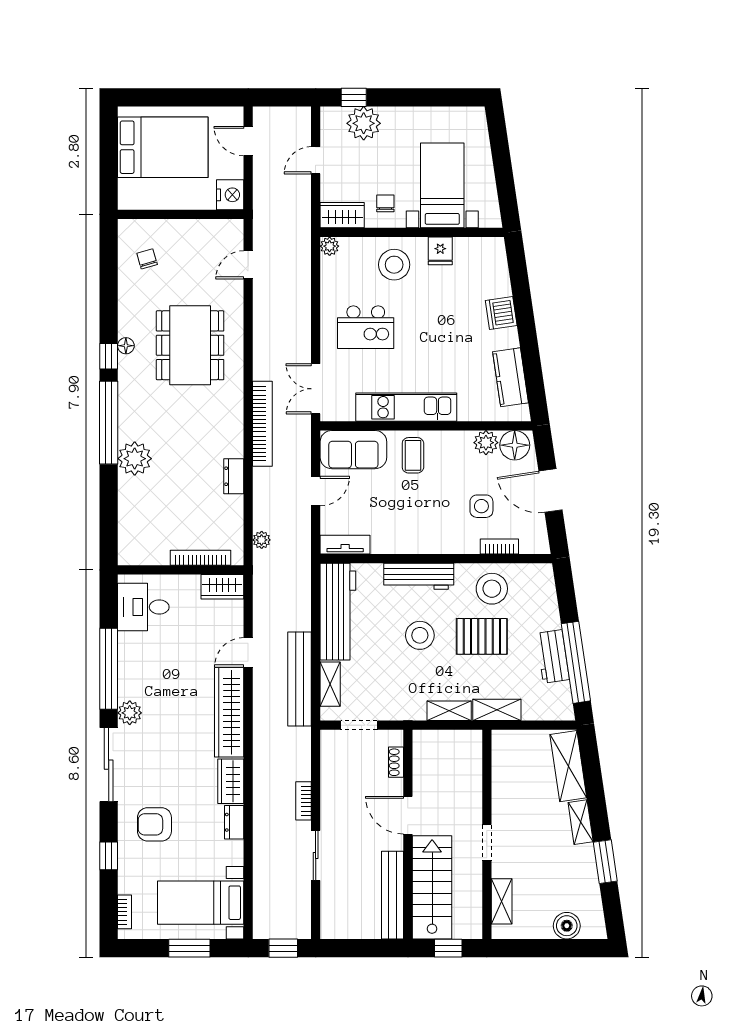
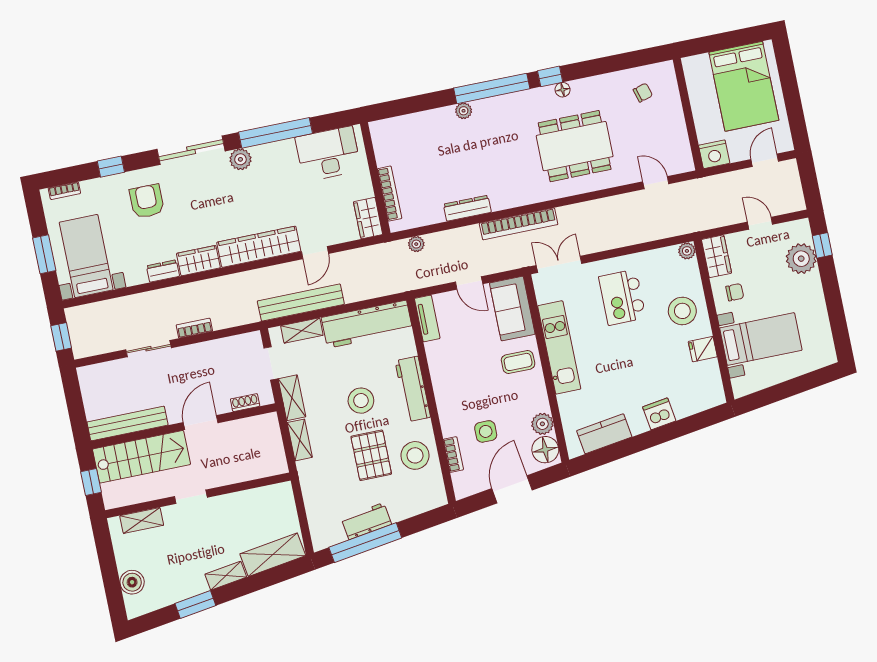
plant: (135, 459) -> (464, 111), width x0.53, depth x0.53
dresser: (234, 476) -> (467, 208), width x1.44
desk: (143, 607) -> (328, 154), width x1.37
door: (248, 652) -> (315, 253), swing flipped
shelving: (497, 710) -> (292, 398), moved

